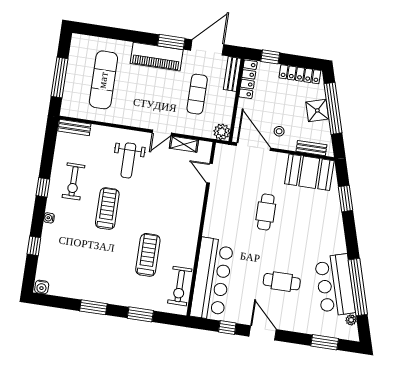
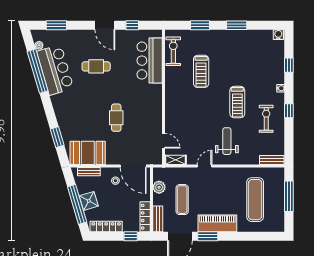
plant: (222, 132) -> (159, 187), moved
shelving: (184, 144) -> (176, 160), moved
bar counter: (212, 279) -> (150, 61), width x0.73

